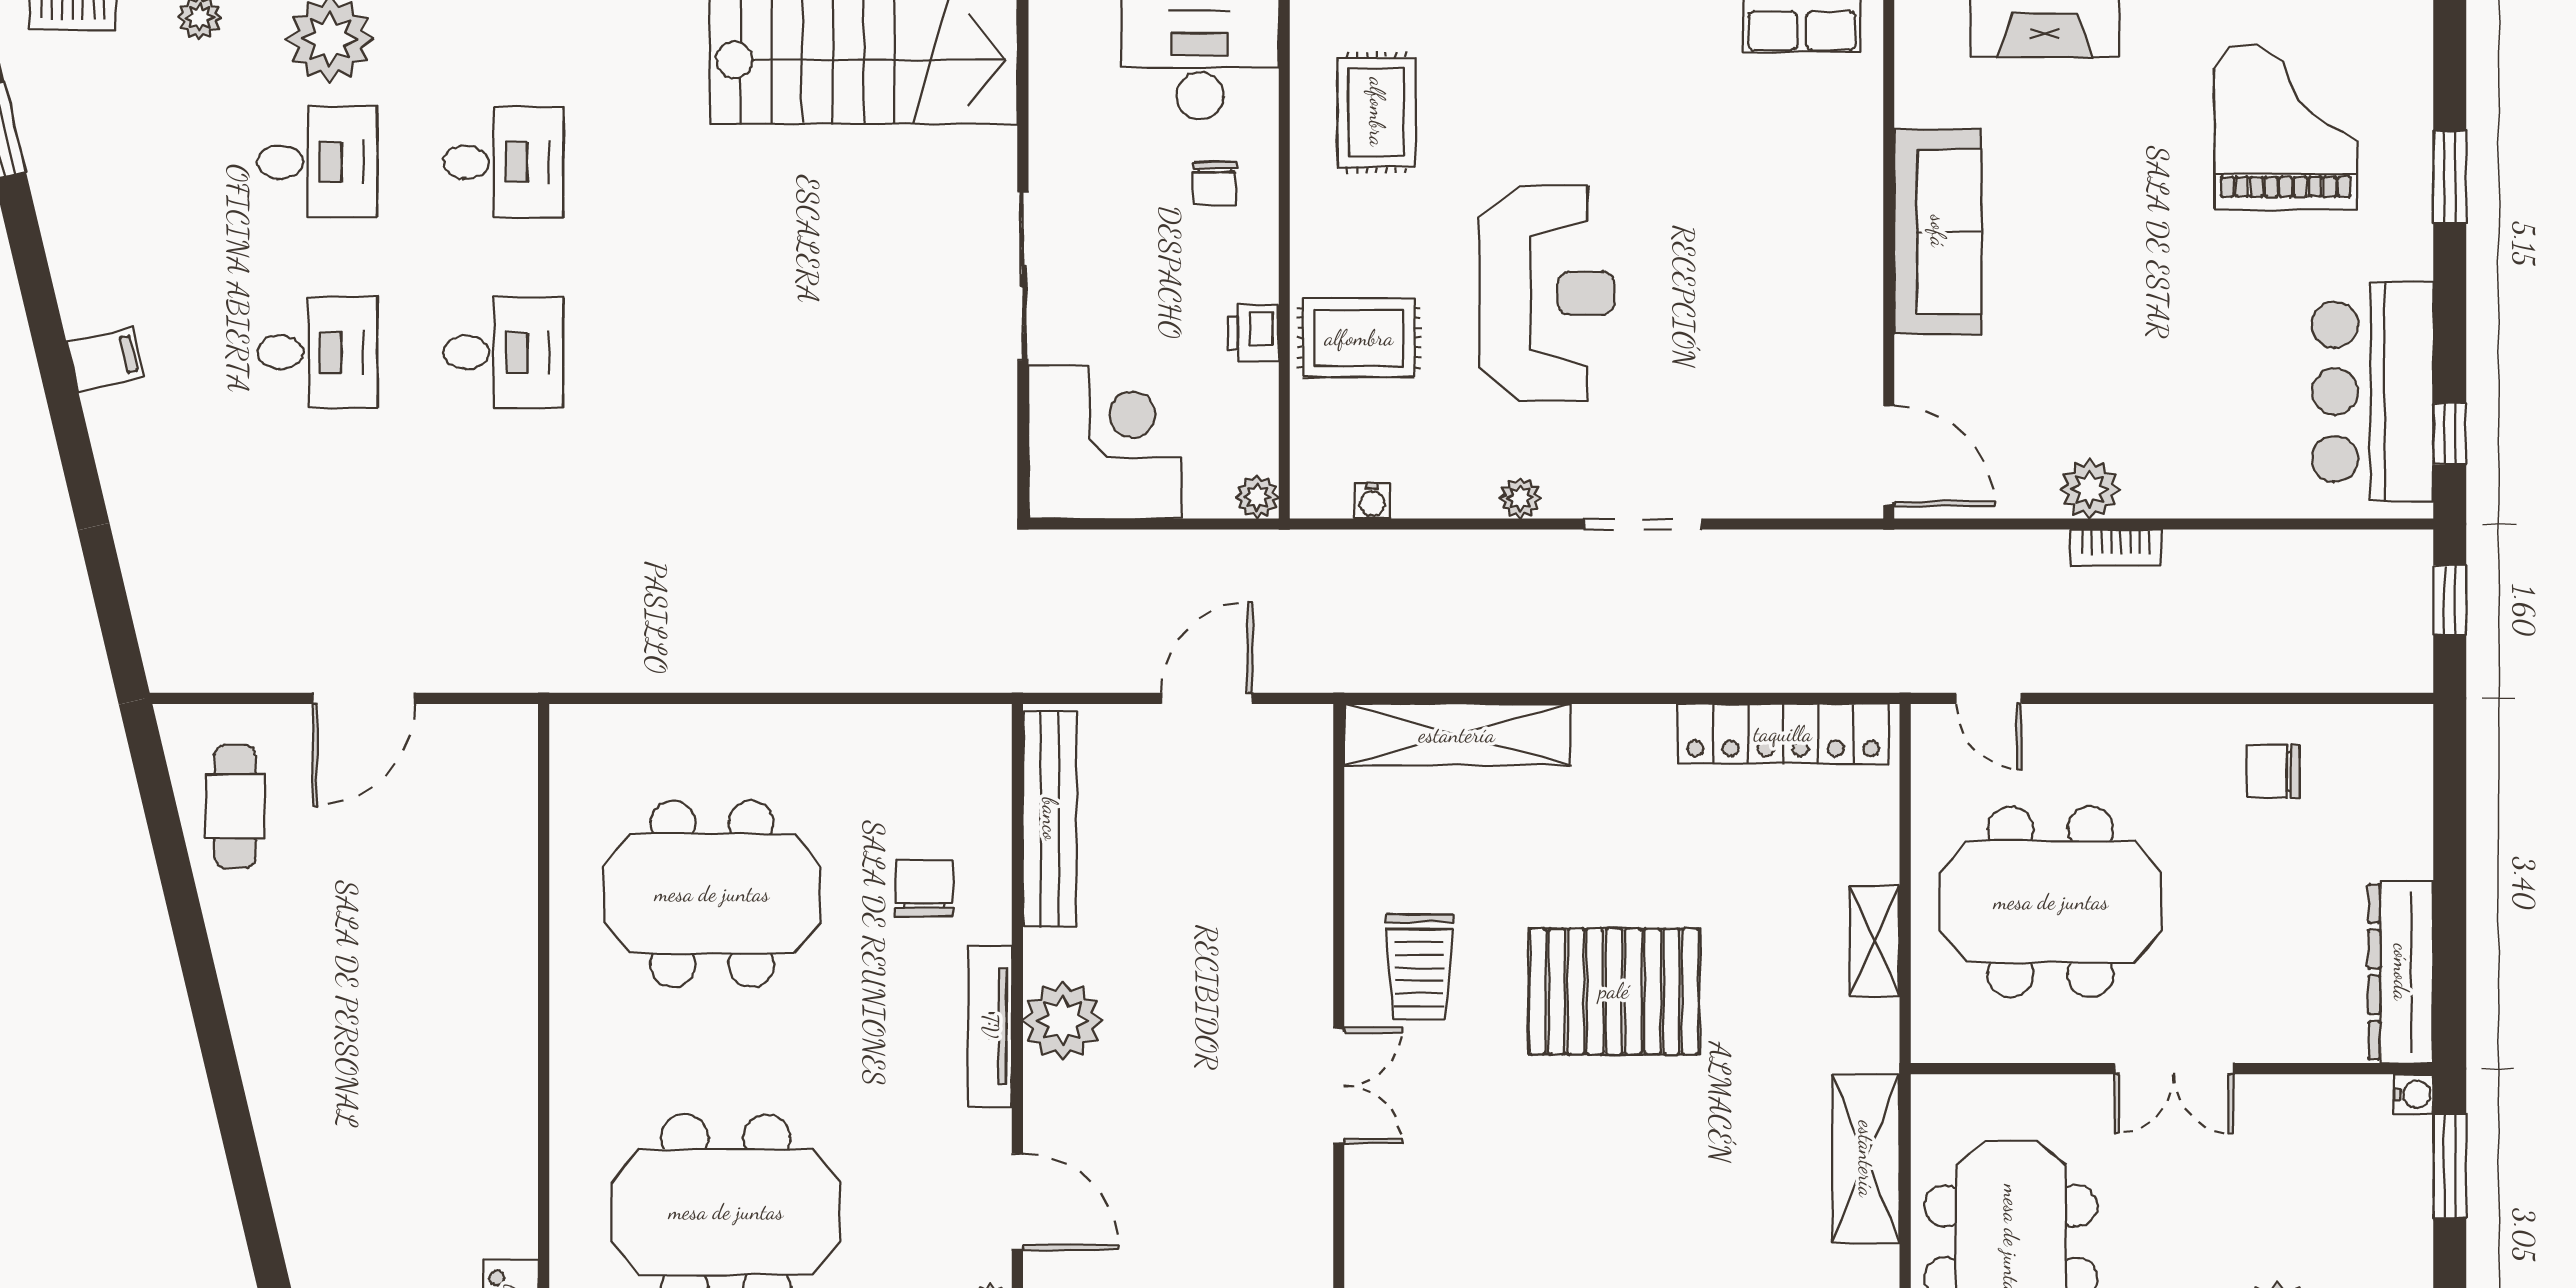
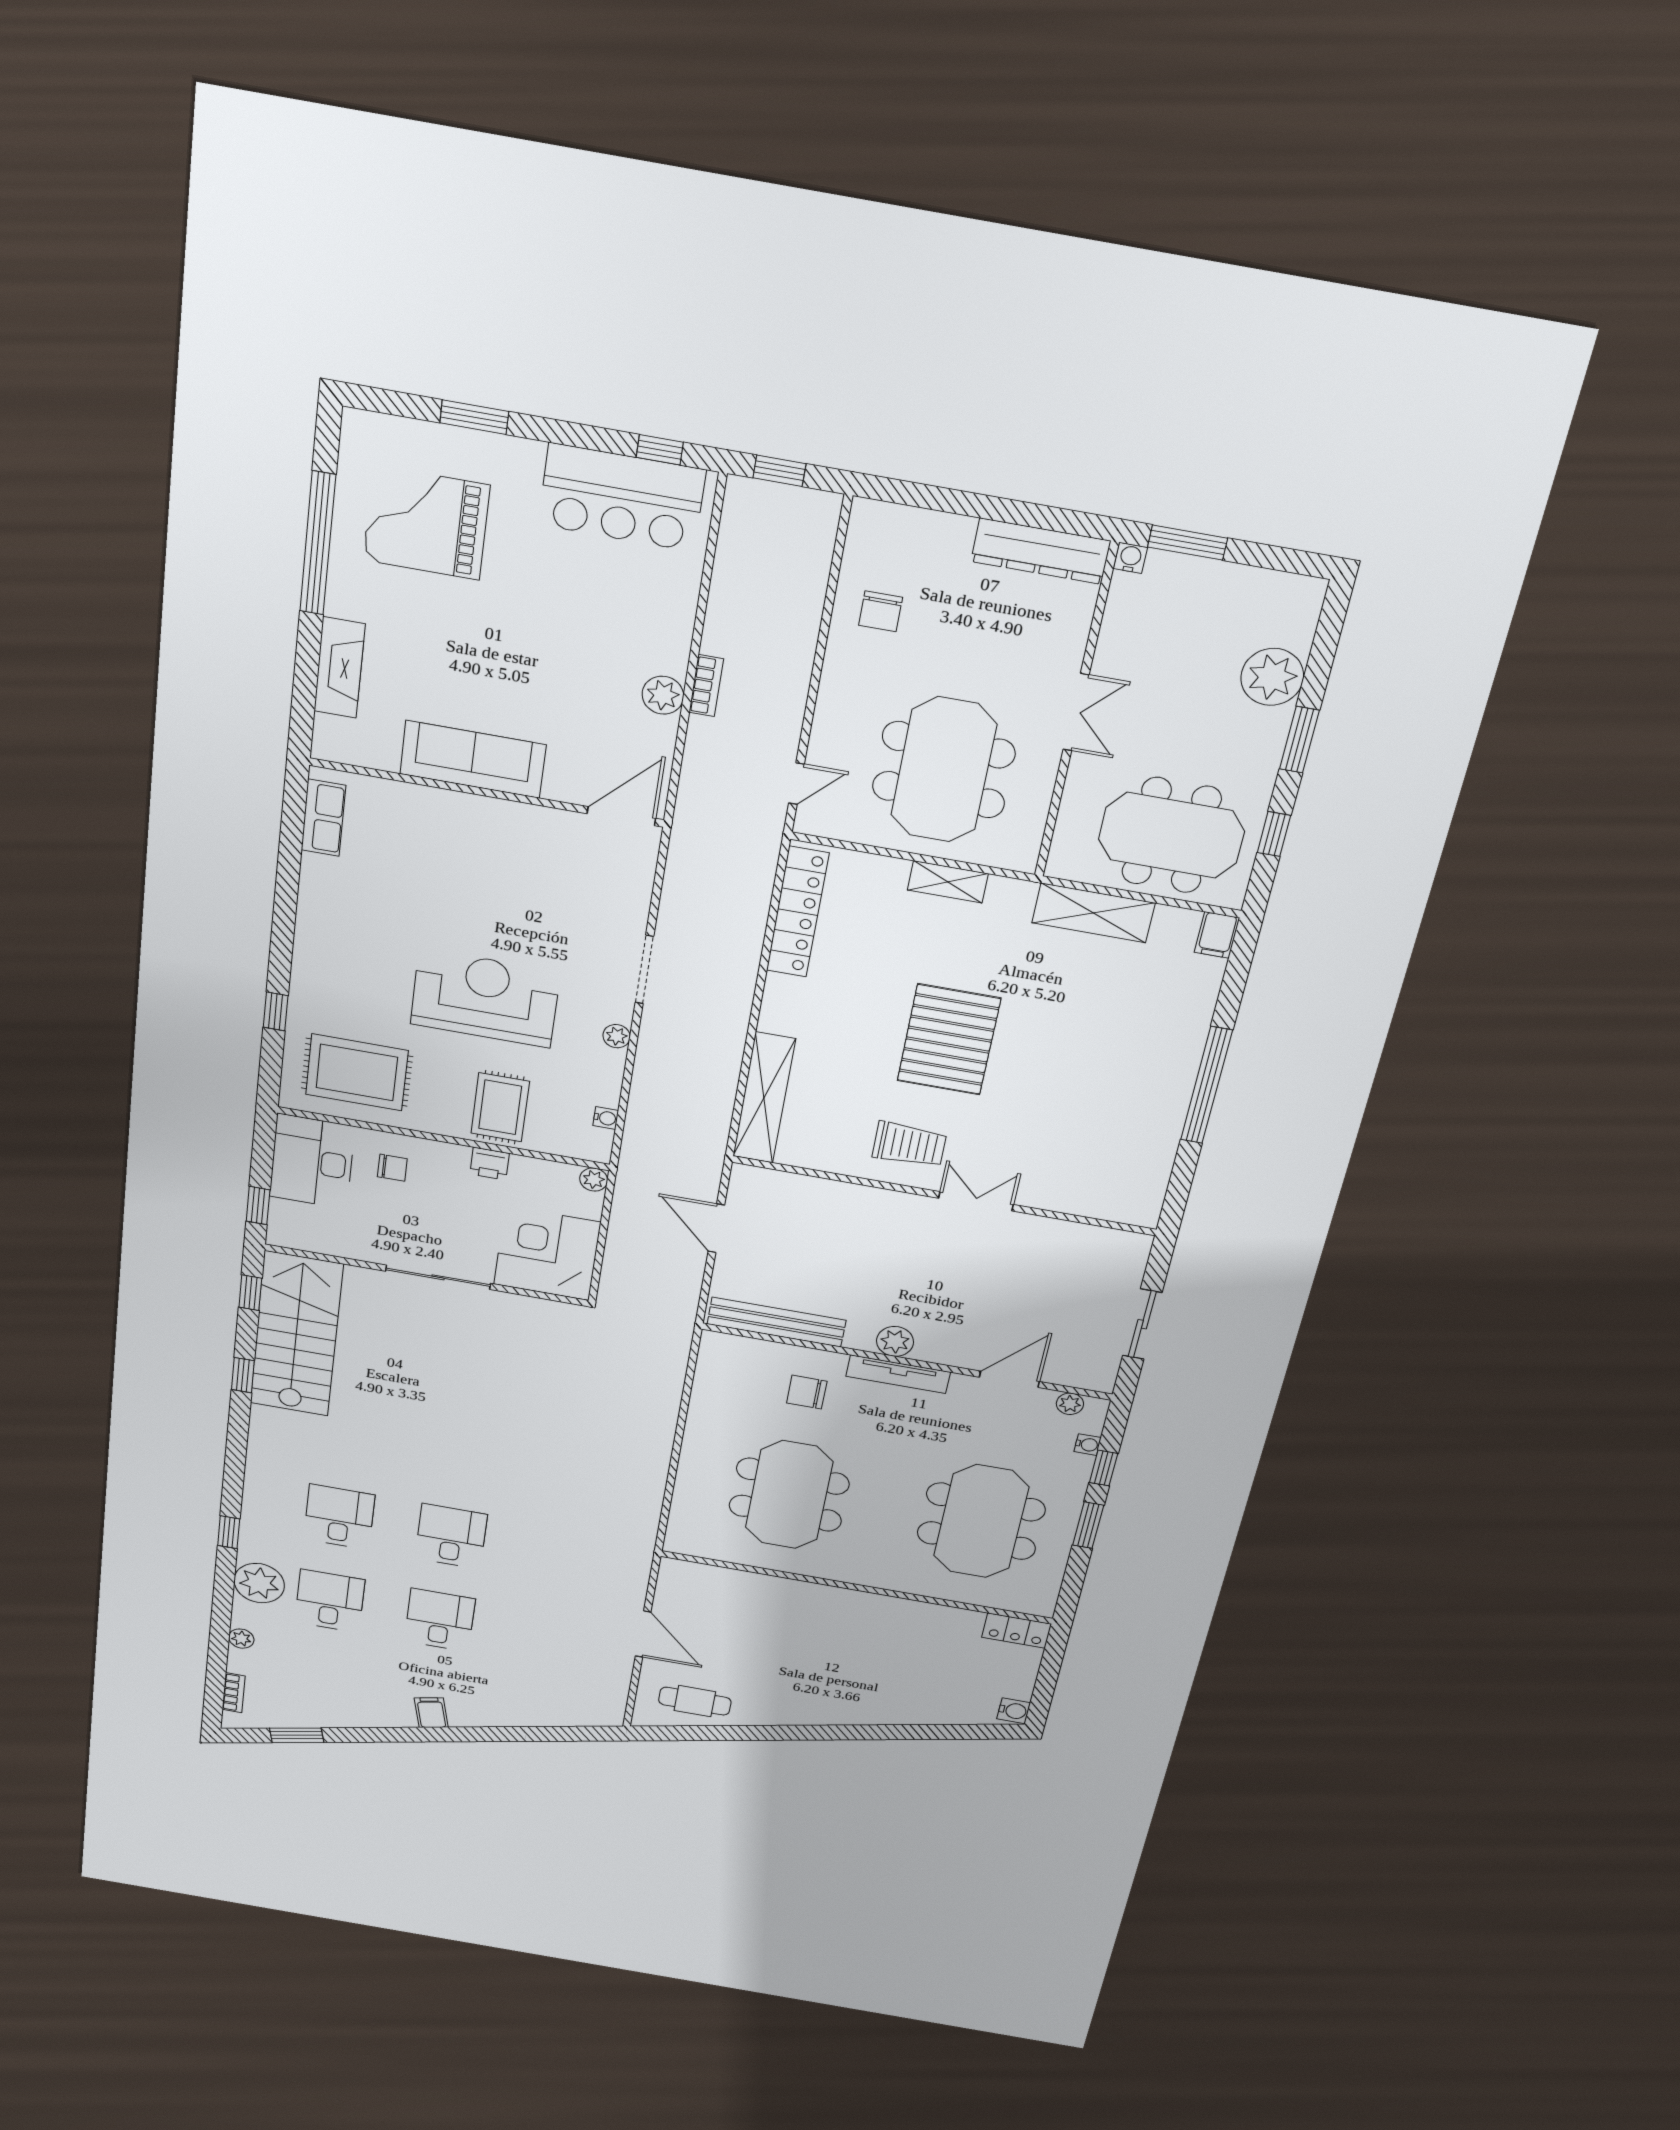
rug: (1377, 112) -> (357, 1072), width x1.36, depth x1.43
plant: (1063, 1021) -> (895, 1341), width x0.73, depth x0.73

